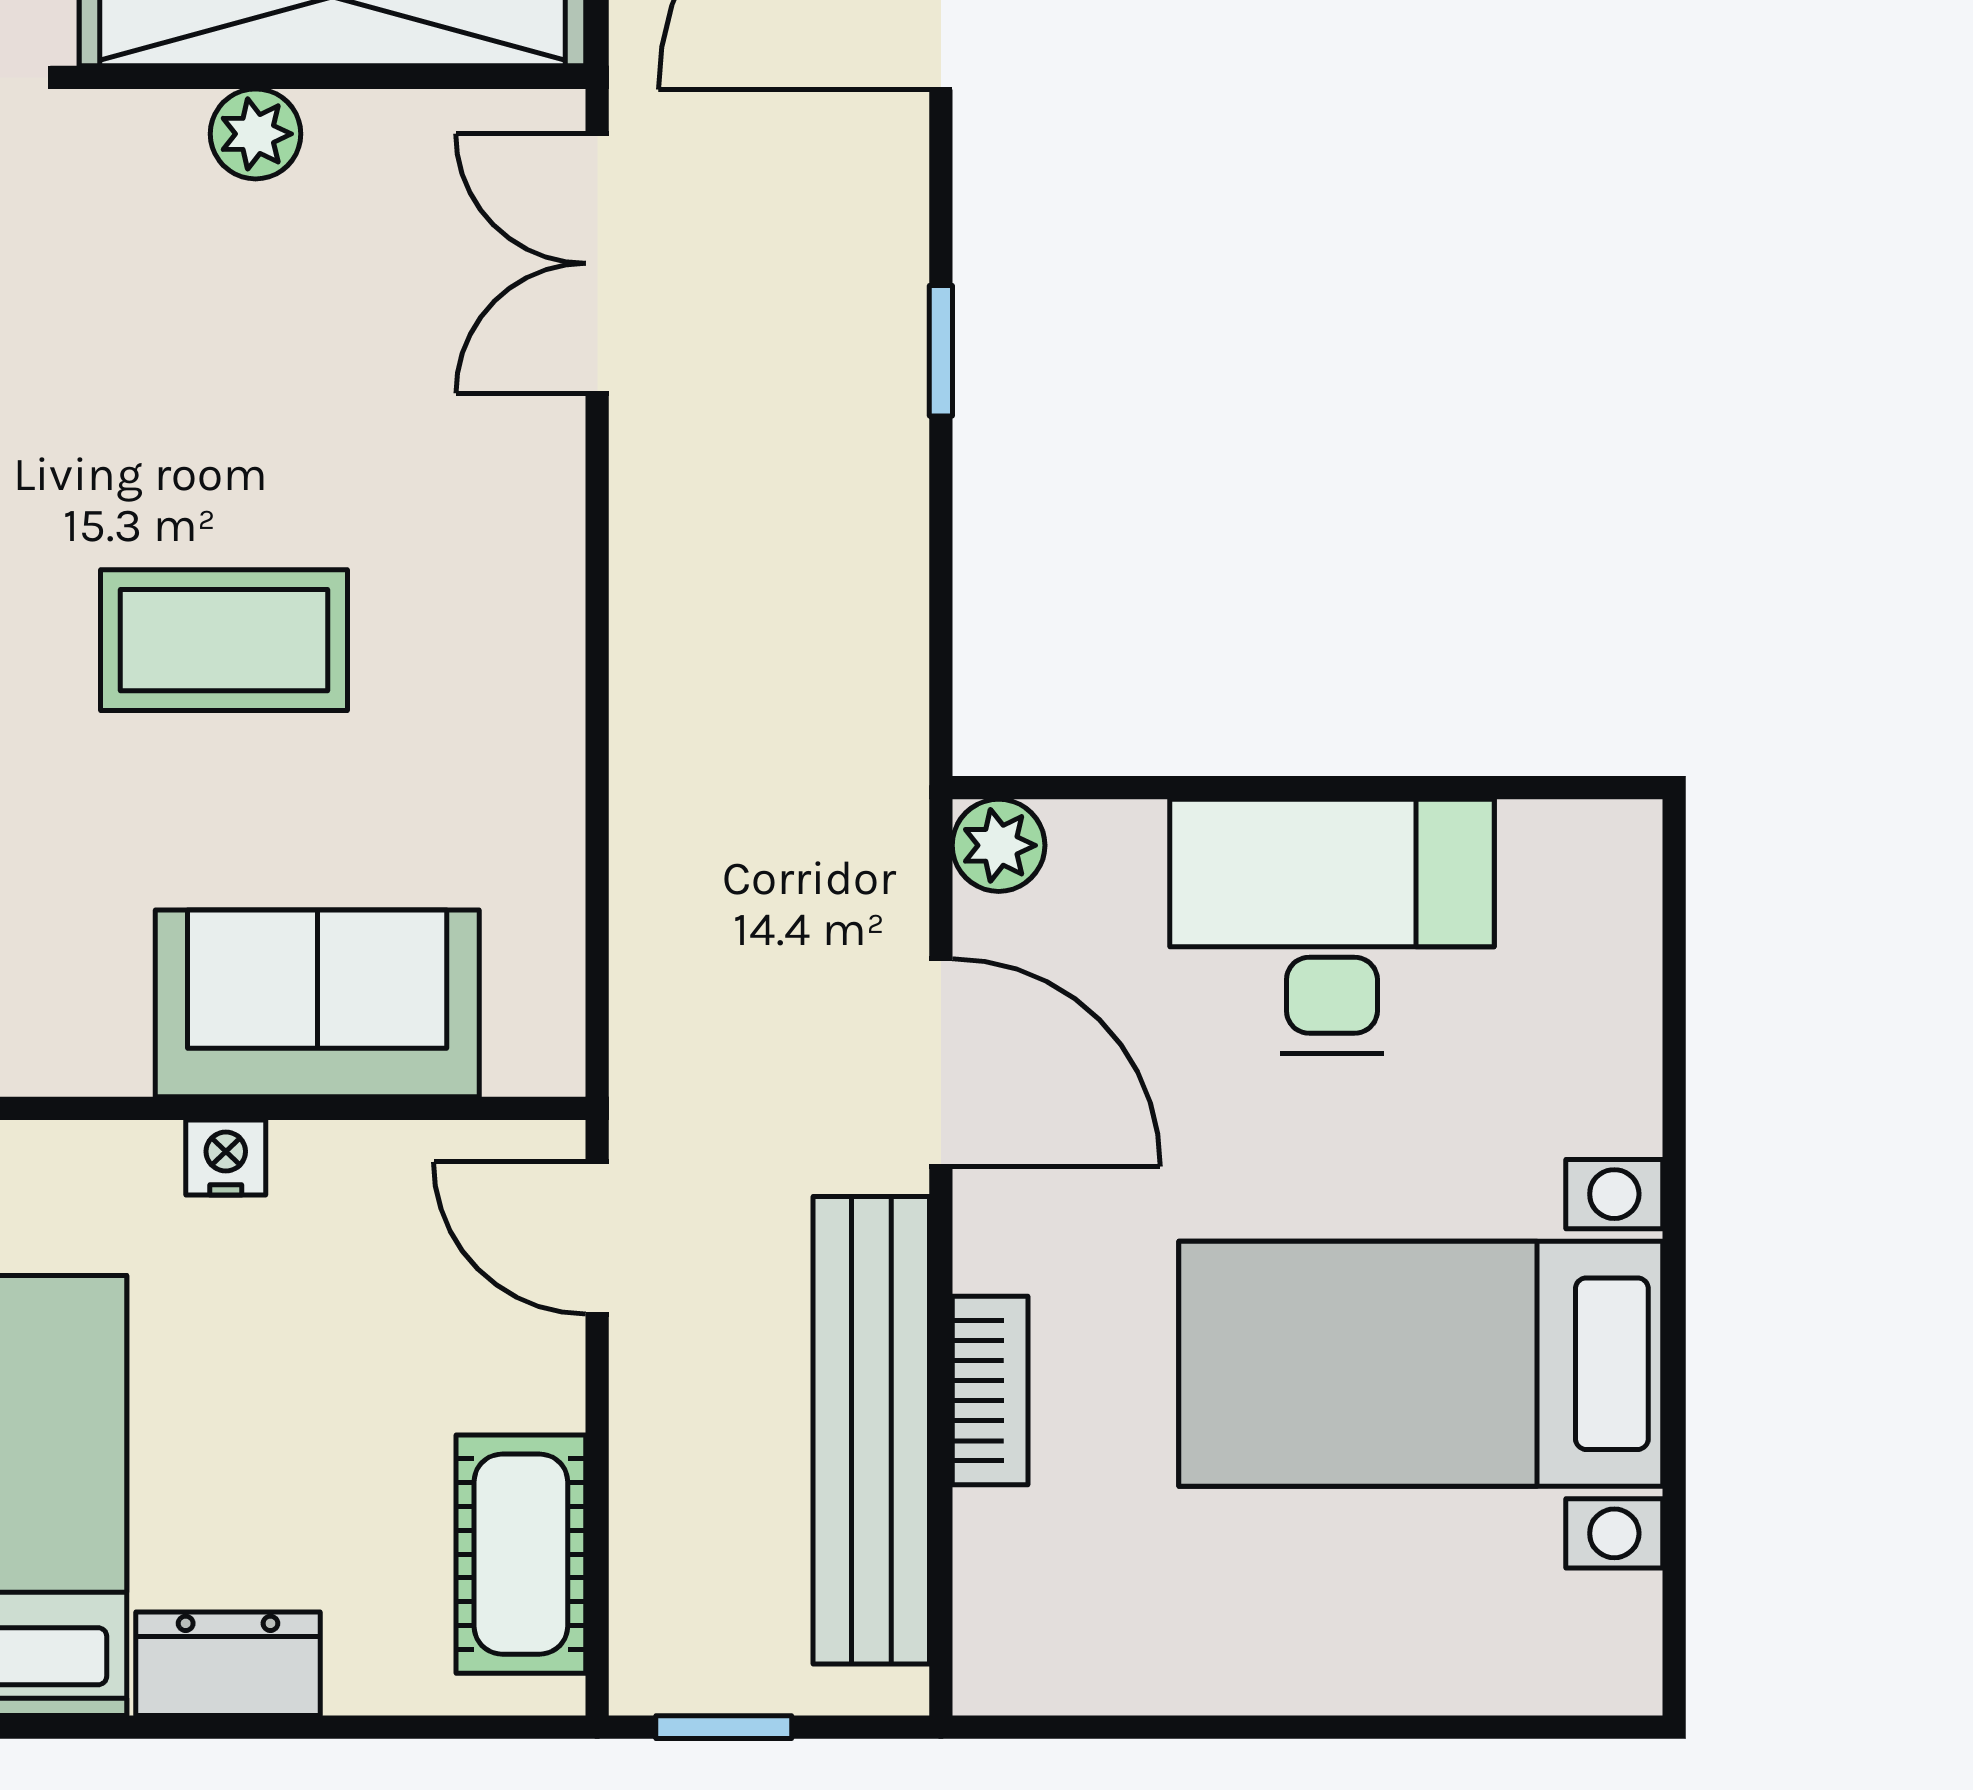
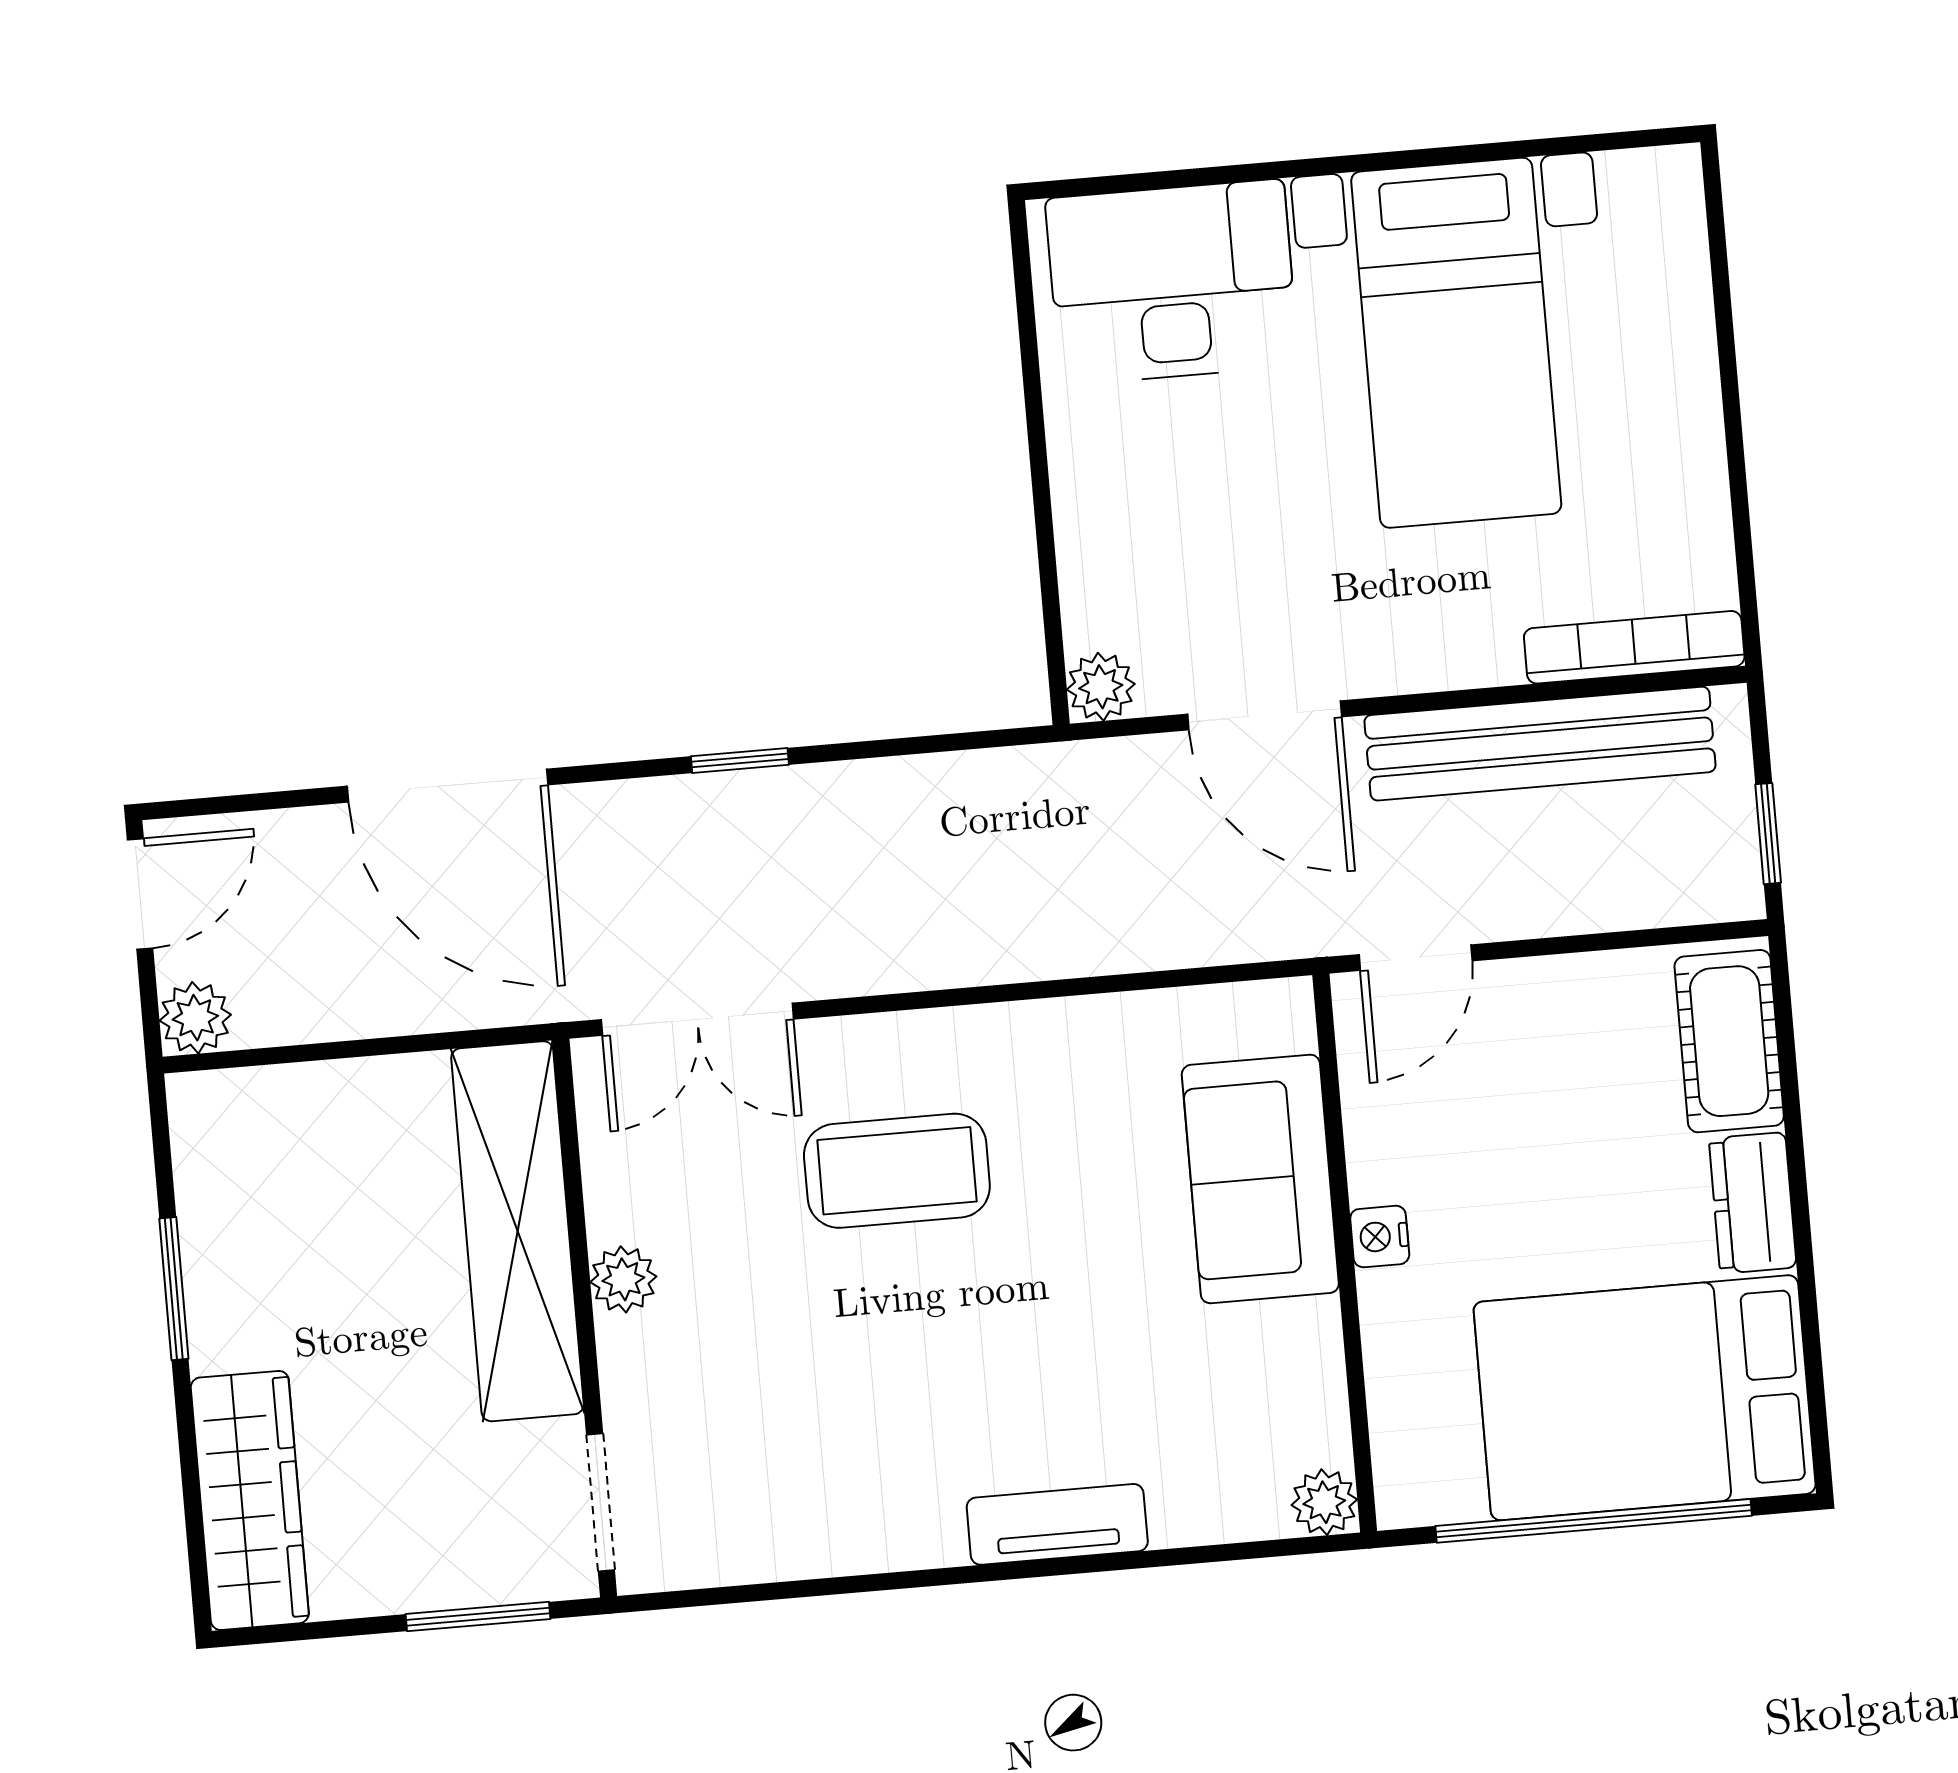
coffee table: (224, 640) -> (897, 1171), moved, turned 90
desk: (1332, 926) -> (1172, 282), moved, turned 90
door: (941, 1063) -> (1265, 715), swing flipped
bookcase: (990, 1391) -> (1634, 647), moved, width x1.56
cot: (521, 1554) -> (1729, 1041), moved, turned 90

